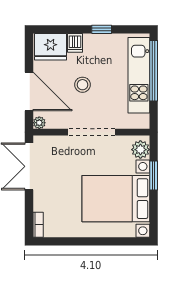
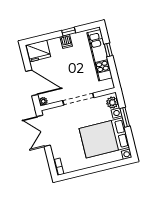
dishwasher: (75, 43) -> (66, 41), moved
window: (154, 71) -> (108, 50), width x0.32
stool: (82, 85) -> (65, 70), removed

